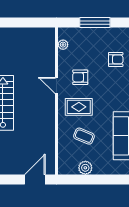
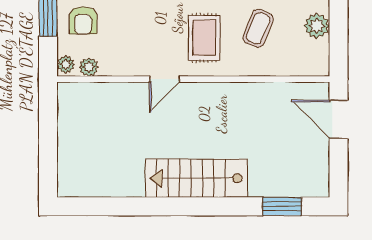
plant: (64, 32) -> (66, 64), added
armchair: (80, 77) -> (83, 20), moved

